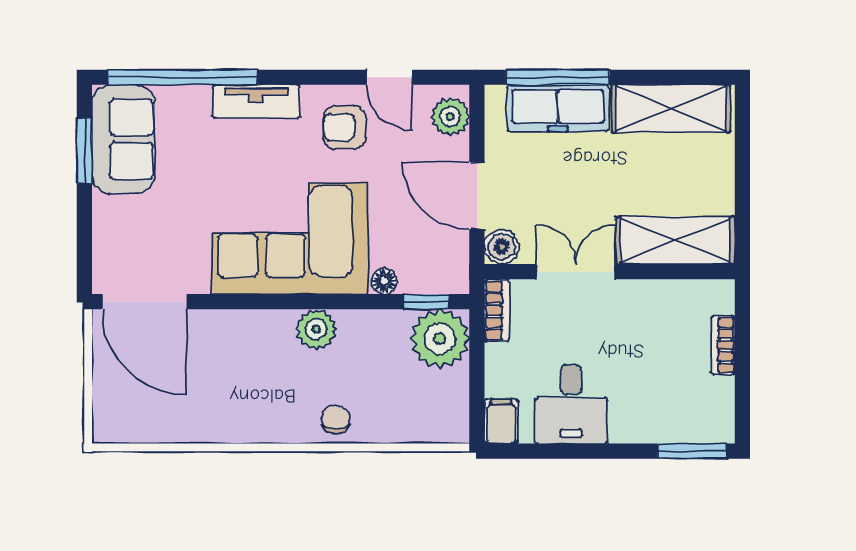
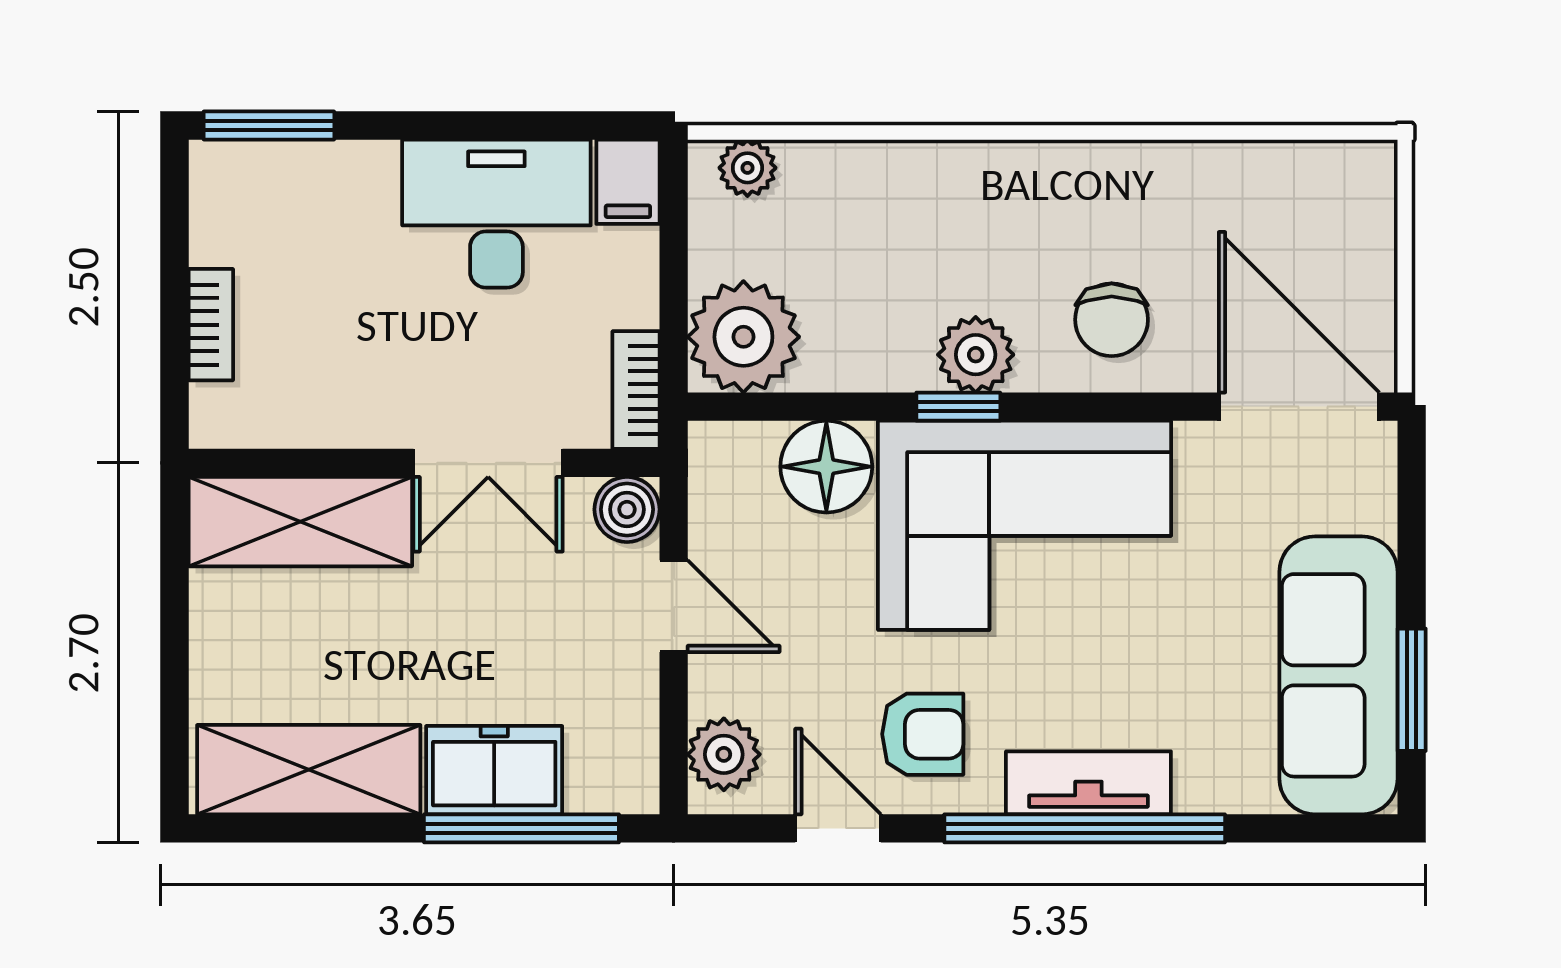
window: (183, 77) -> (1085, 828), moved
freezer: (558, 108) -> (494, 770), width x0.71
sofa: (123, 139) -> (1339, 675), width x1.36
door: (477, 195) -> (674, 606), width x0.73
floor lamp: (384, 281) -> (826, 467), width x1.89, depth x1.89
window: (427, 302) -> (958, 407), moved
desk: (571, 404) -> (496, 214), width x1.37
chair: (336, 419) -> (1112, 320), moved, width x1.37, depth x1.37
plant: (438, 429) -> (747, 168), added

